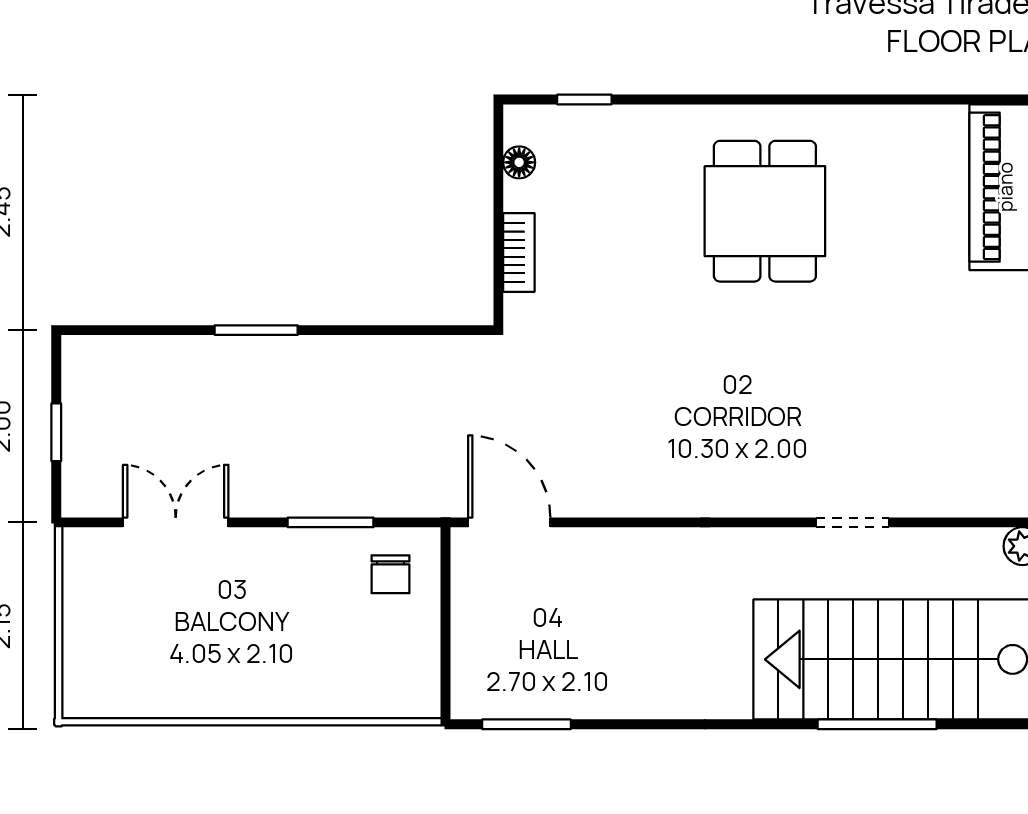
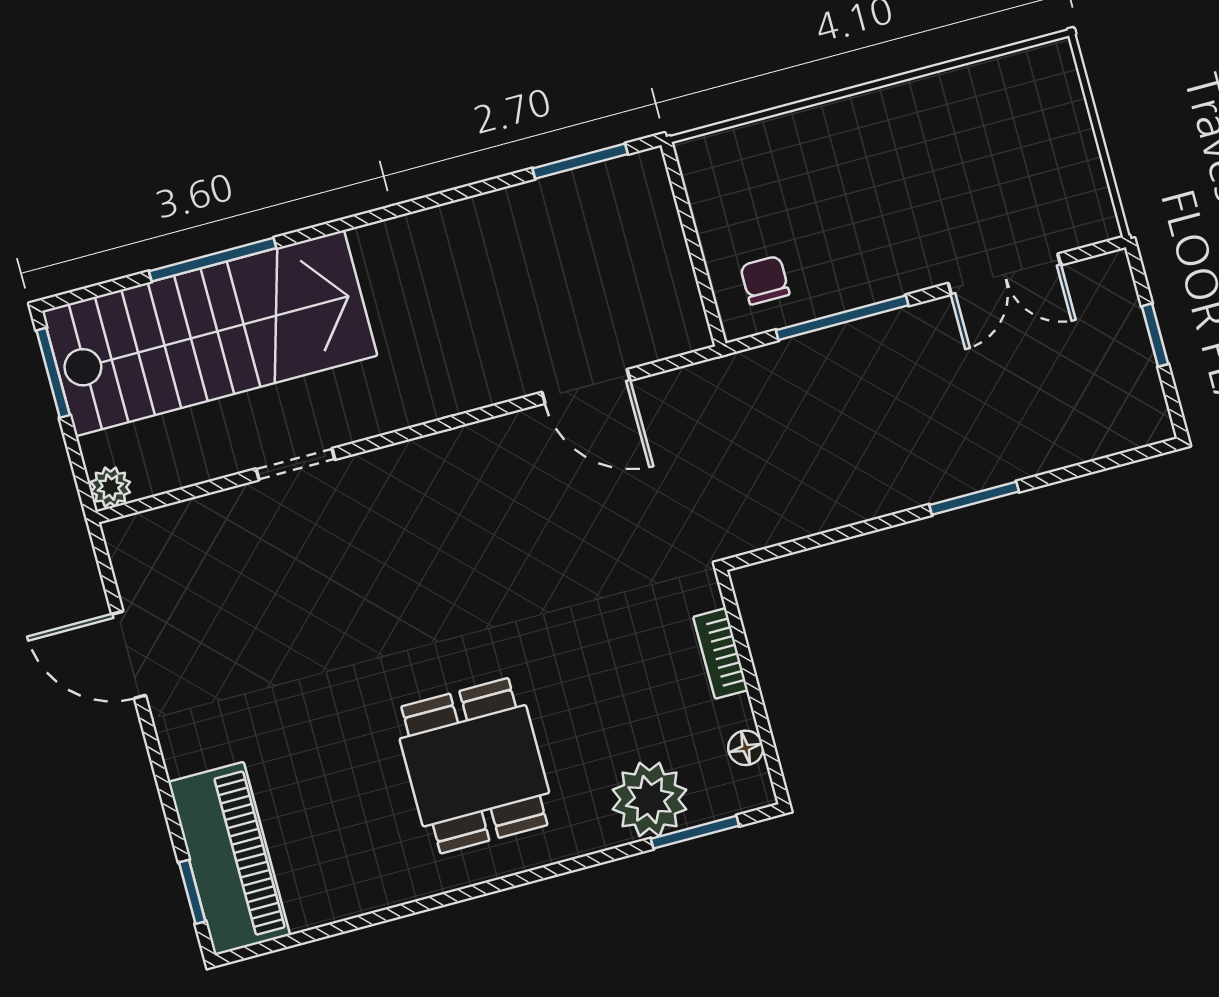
window: (584, 99) -> (695, 832), width x1.50
plant: (617, 139) -> (649, 799), added
window: (331, 522) -> (842, 318), width x1.44
door: (509, 522) -> (586, 386), moved

